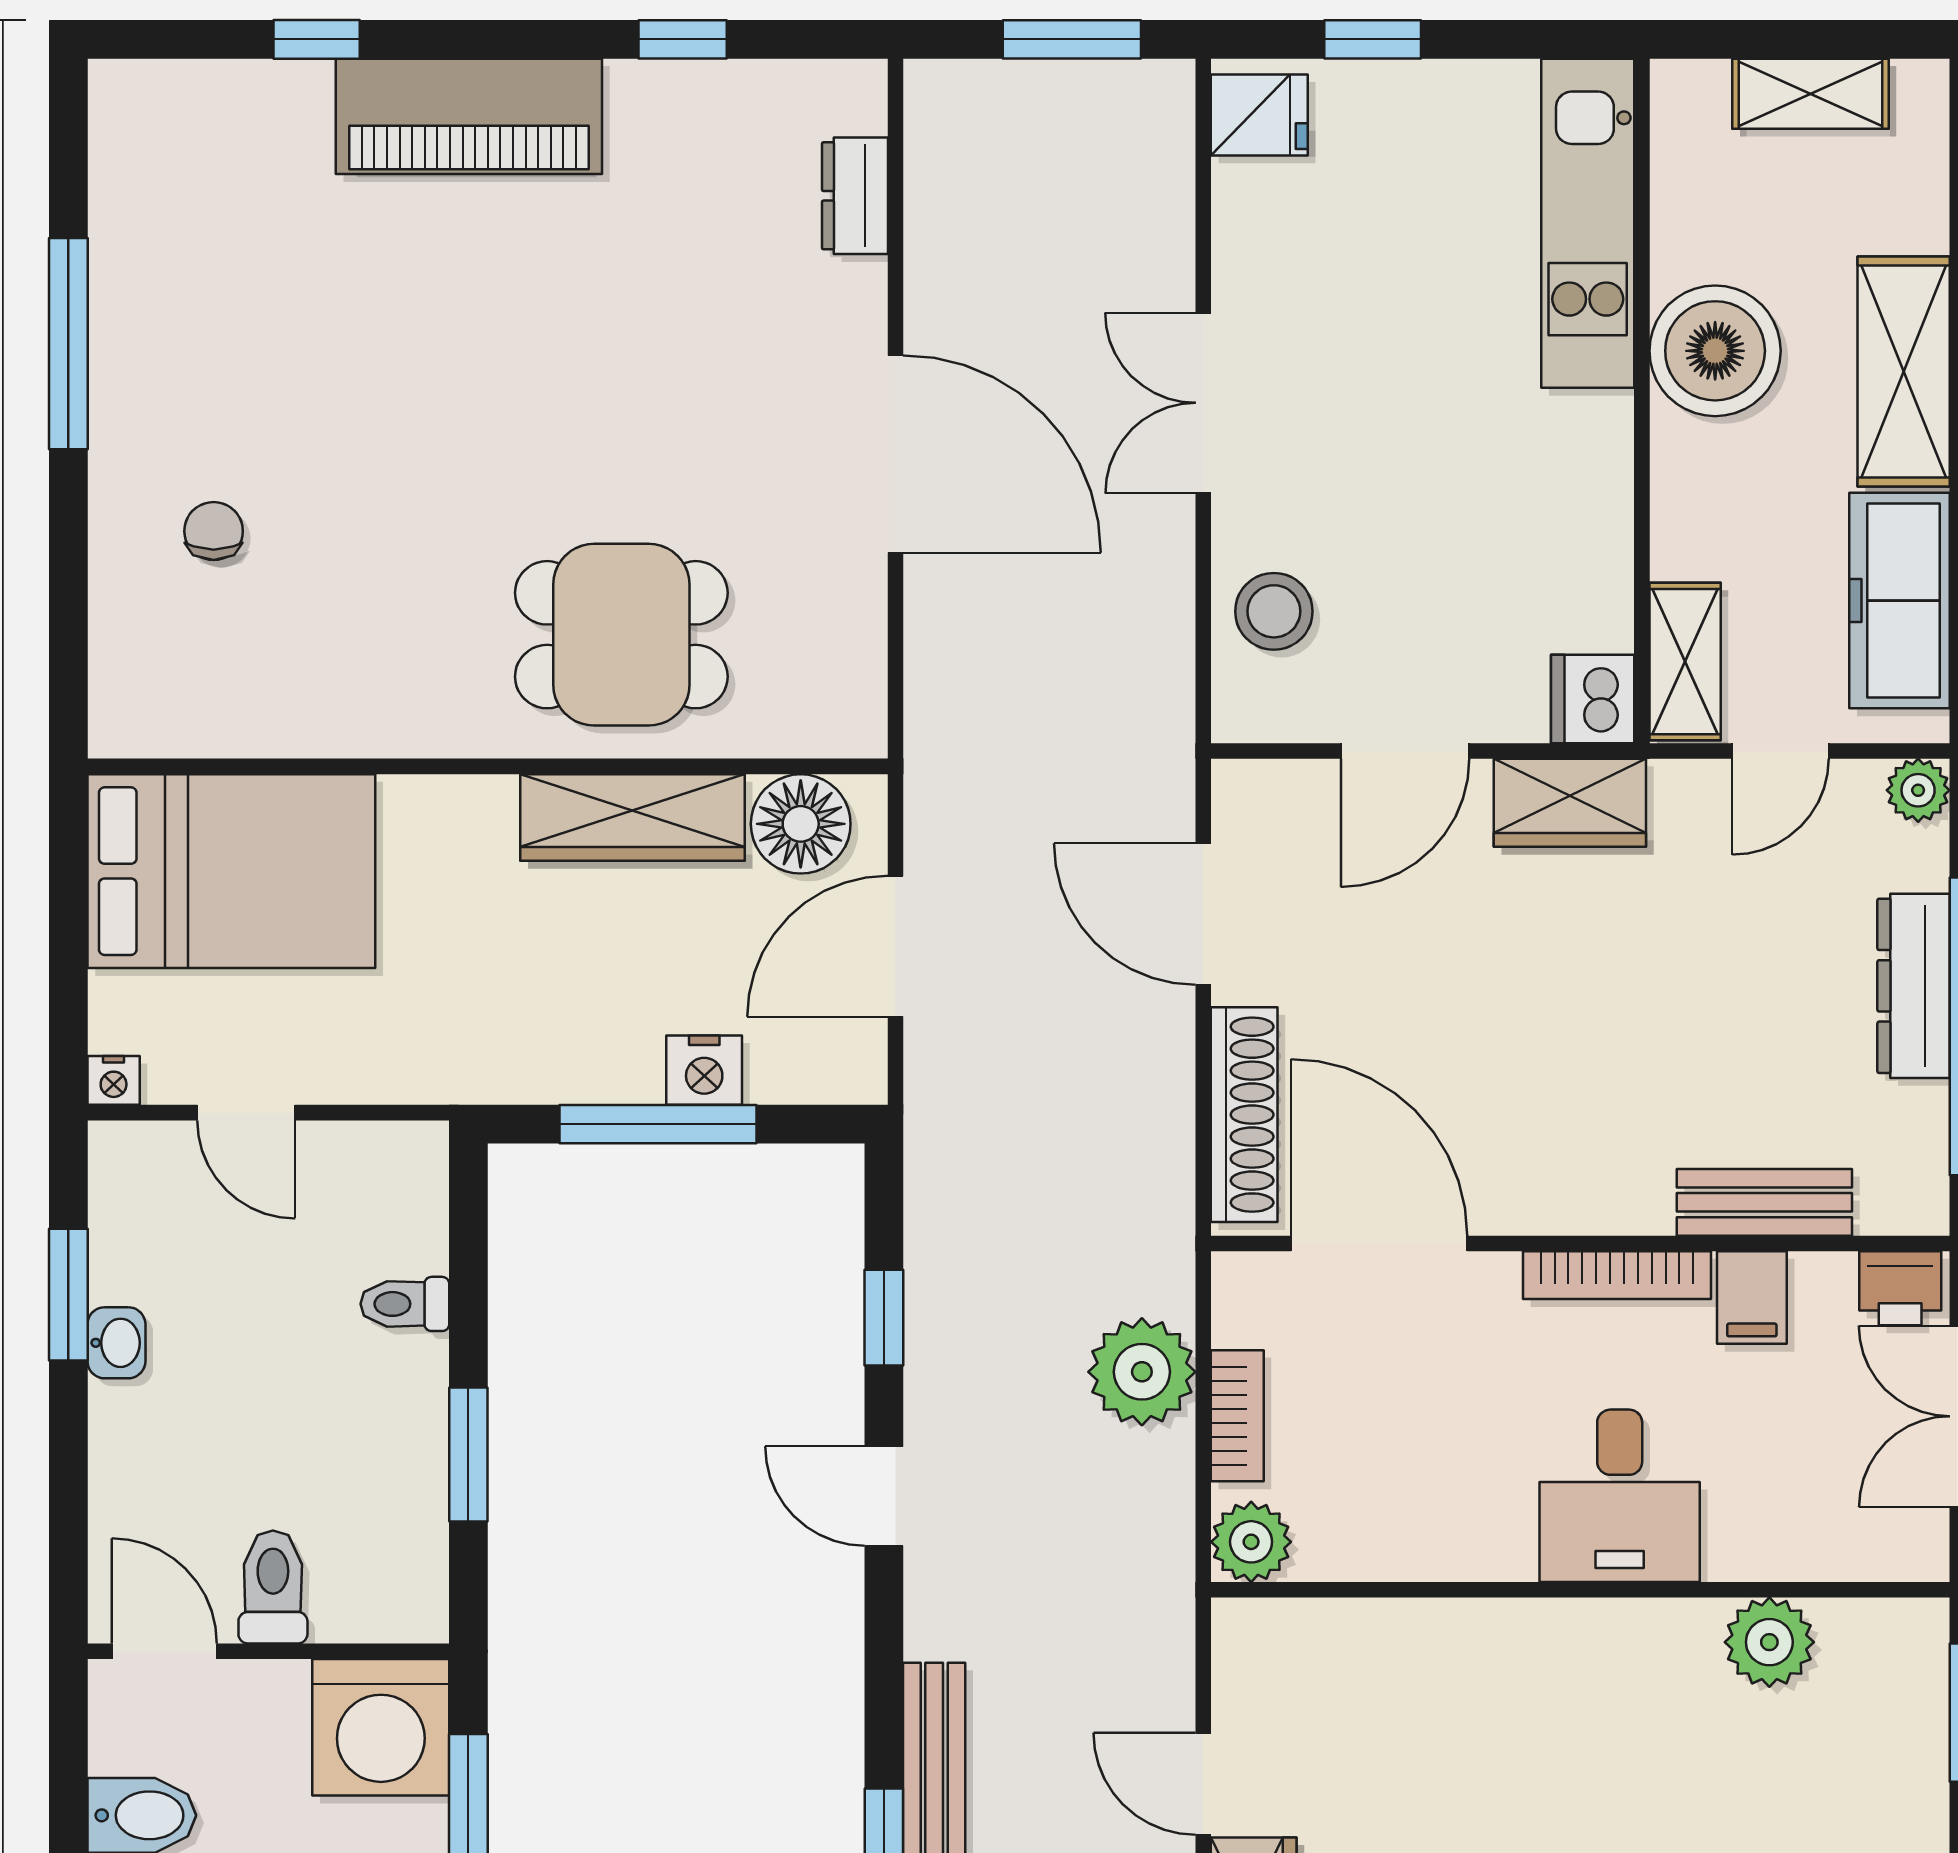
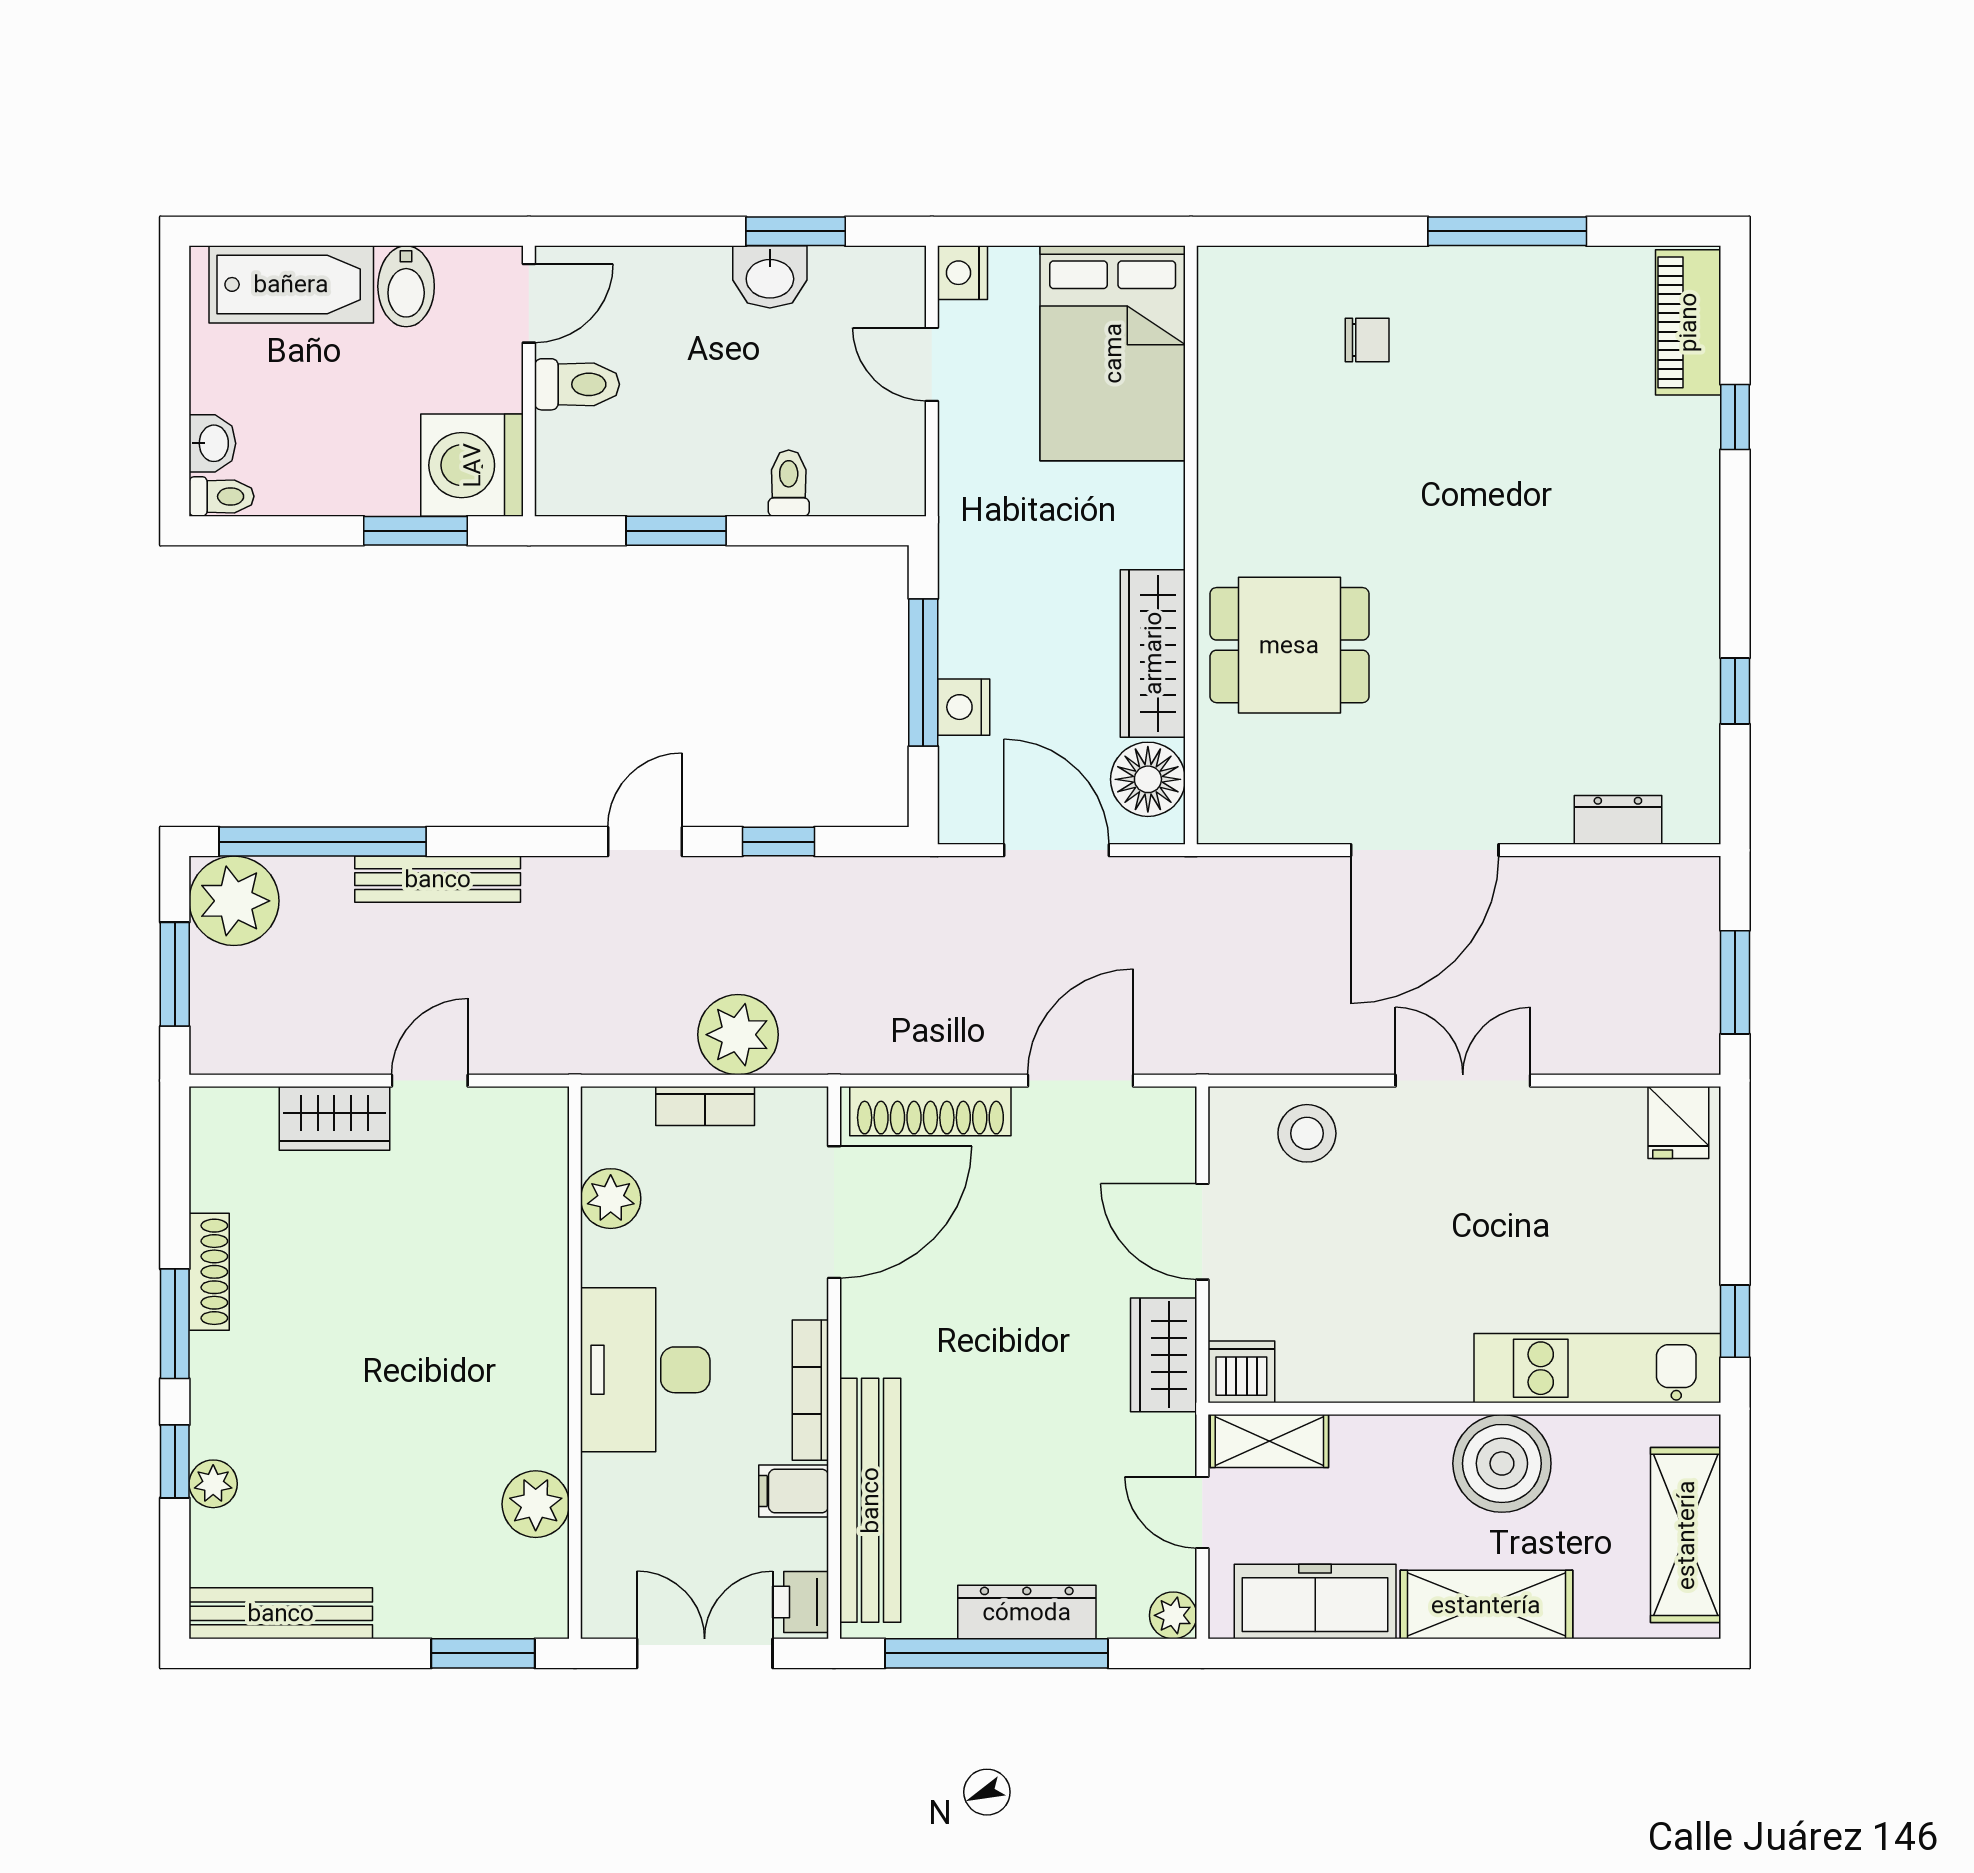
window: (1373, 39) -> (1735, 1321), moved
shelving: (1810, 94) -> (1686, 1535), width x1.50, depth x1.33
piano: (469, 116) -> (1688, 322), moved, width x0.73, depth x0.75
dining table: (621, 635) -> (1289, 645), turned 90
nightstand: (114, 1080) -> (962, 273), width x1.39, depth x1.35
door: (246, 1113) -> (932, 364), hinge flipped
bench: (1764, 1202) -> (870, 1500), width x1.86, depth x1.21
washbasin: (116, 1343) -> (770, 277), width x1.38, depth x1.45
desk: (1620, 1496) -> (645, 1370), width x1.37
plant: (1251, 1542) -> (611, 1199), moved

